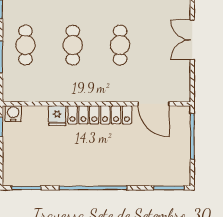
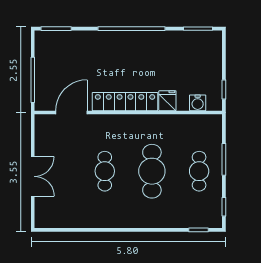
cafe table: (73, 45) -> (152, 171), width x1.37, depth x1.35
door: (153, 104) -> (71, 112), hinge flipped
water cooler: (13, 114) -> (198, 103), moved

